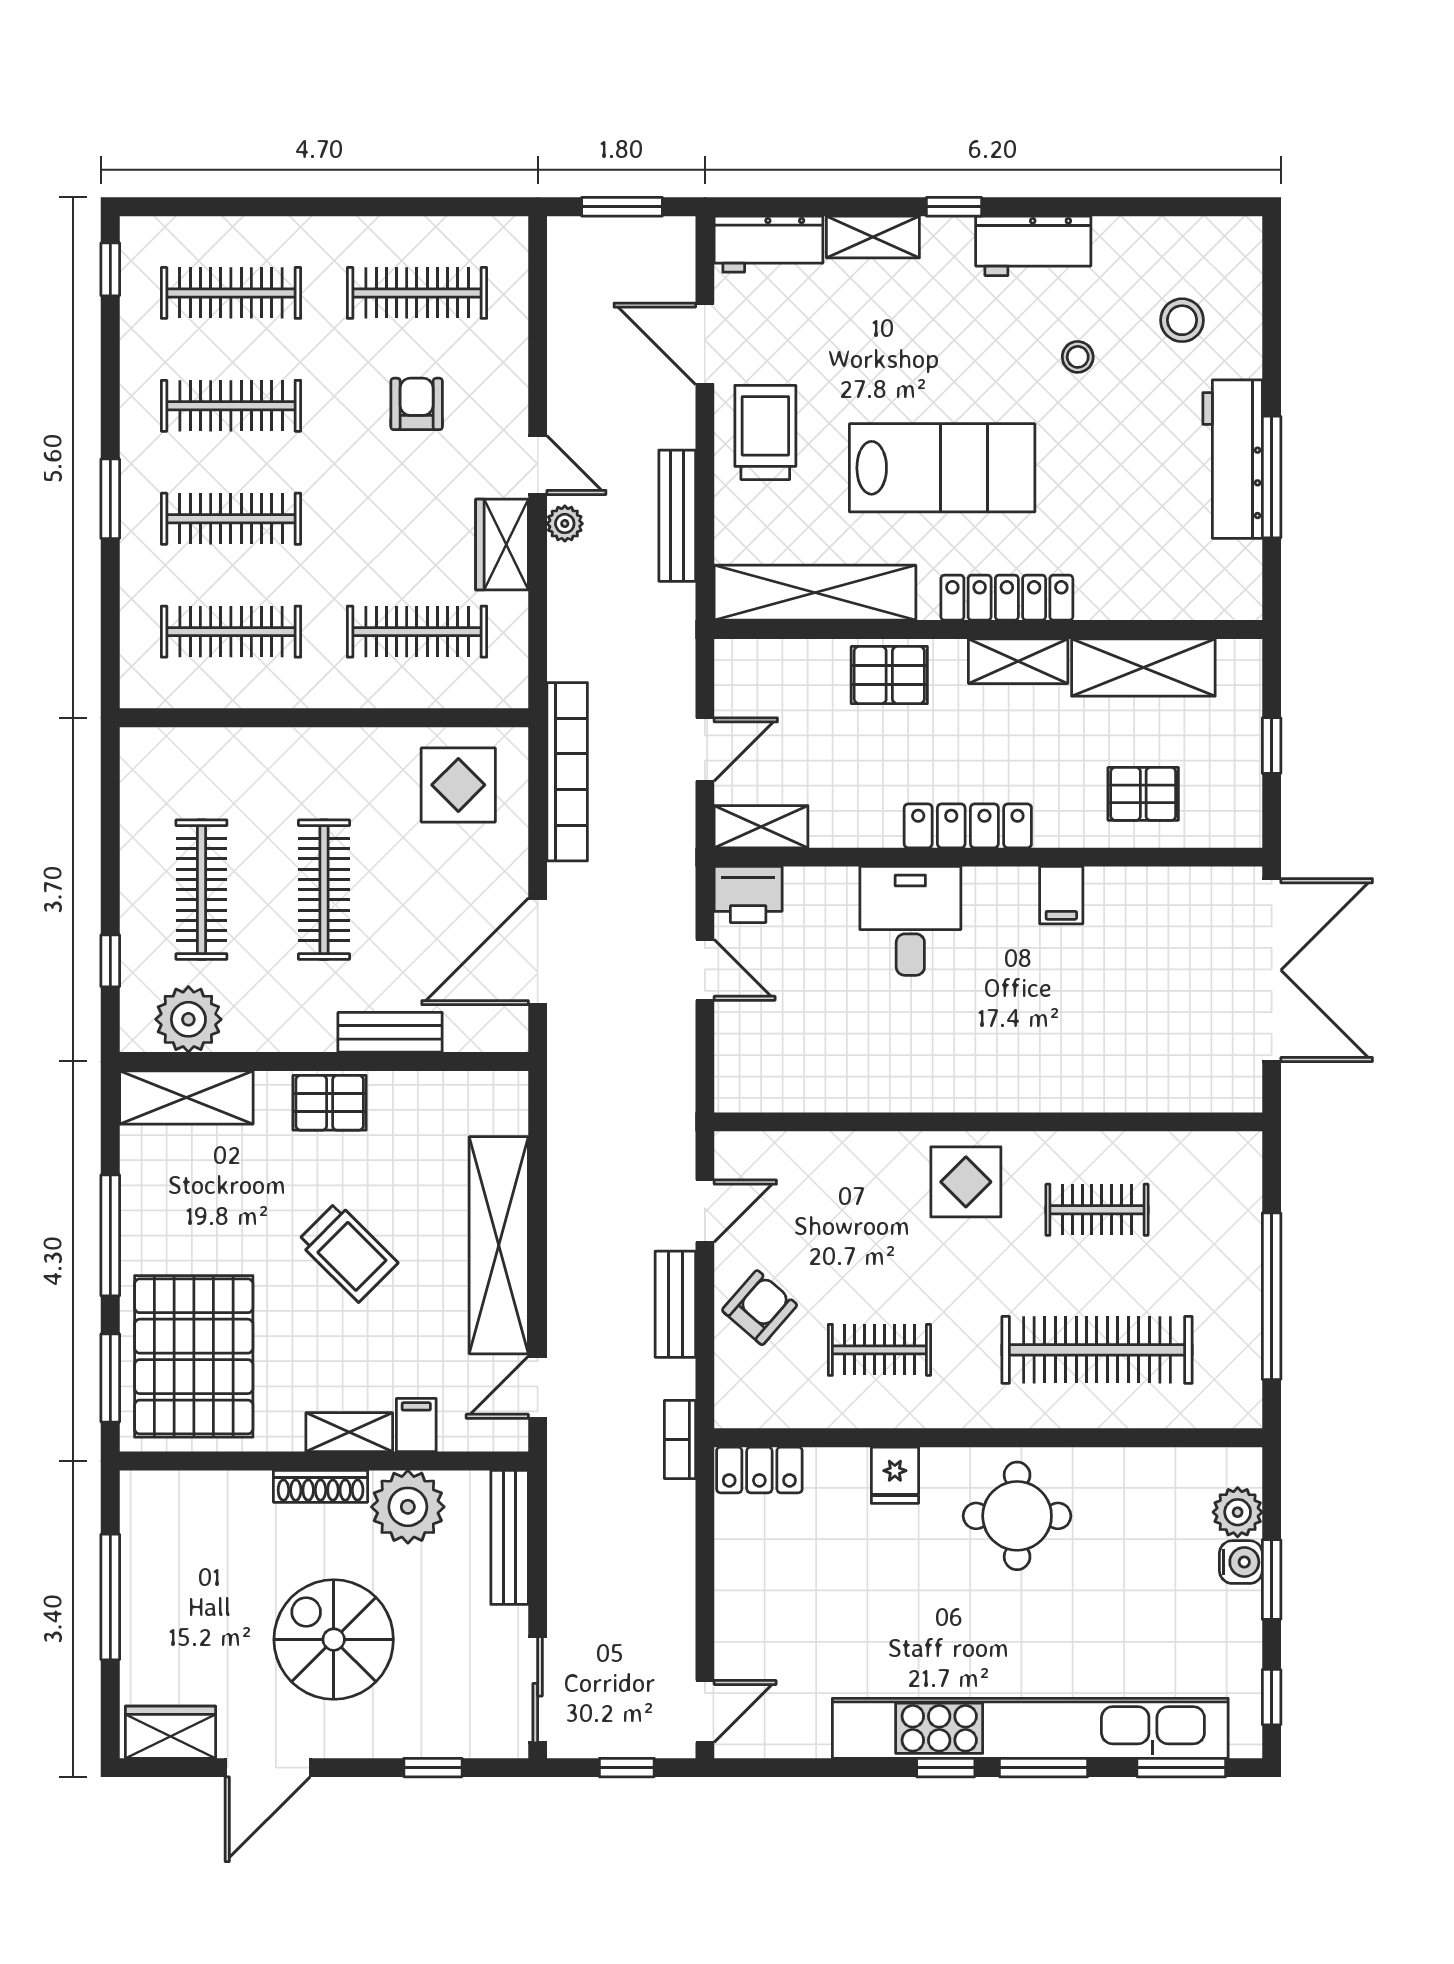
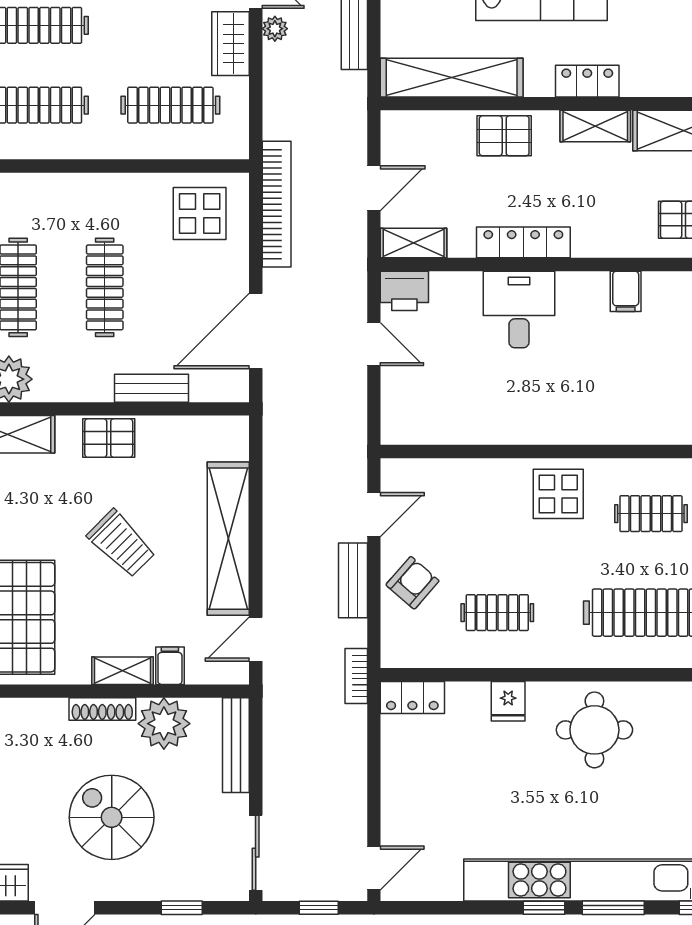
locker: (1007, 598) -> (587, 81), width x0.66
locker: (968, 826) -> (523, 242), moved

